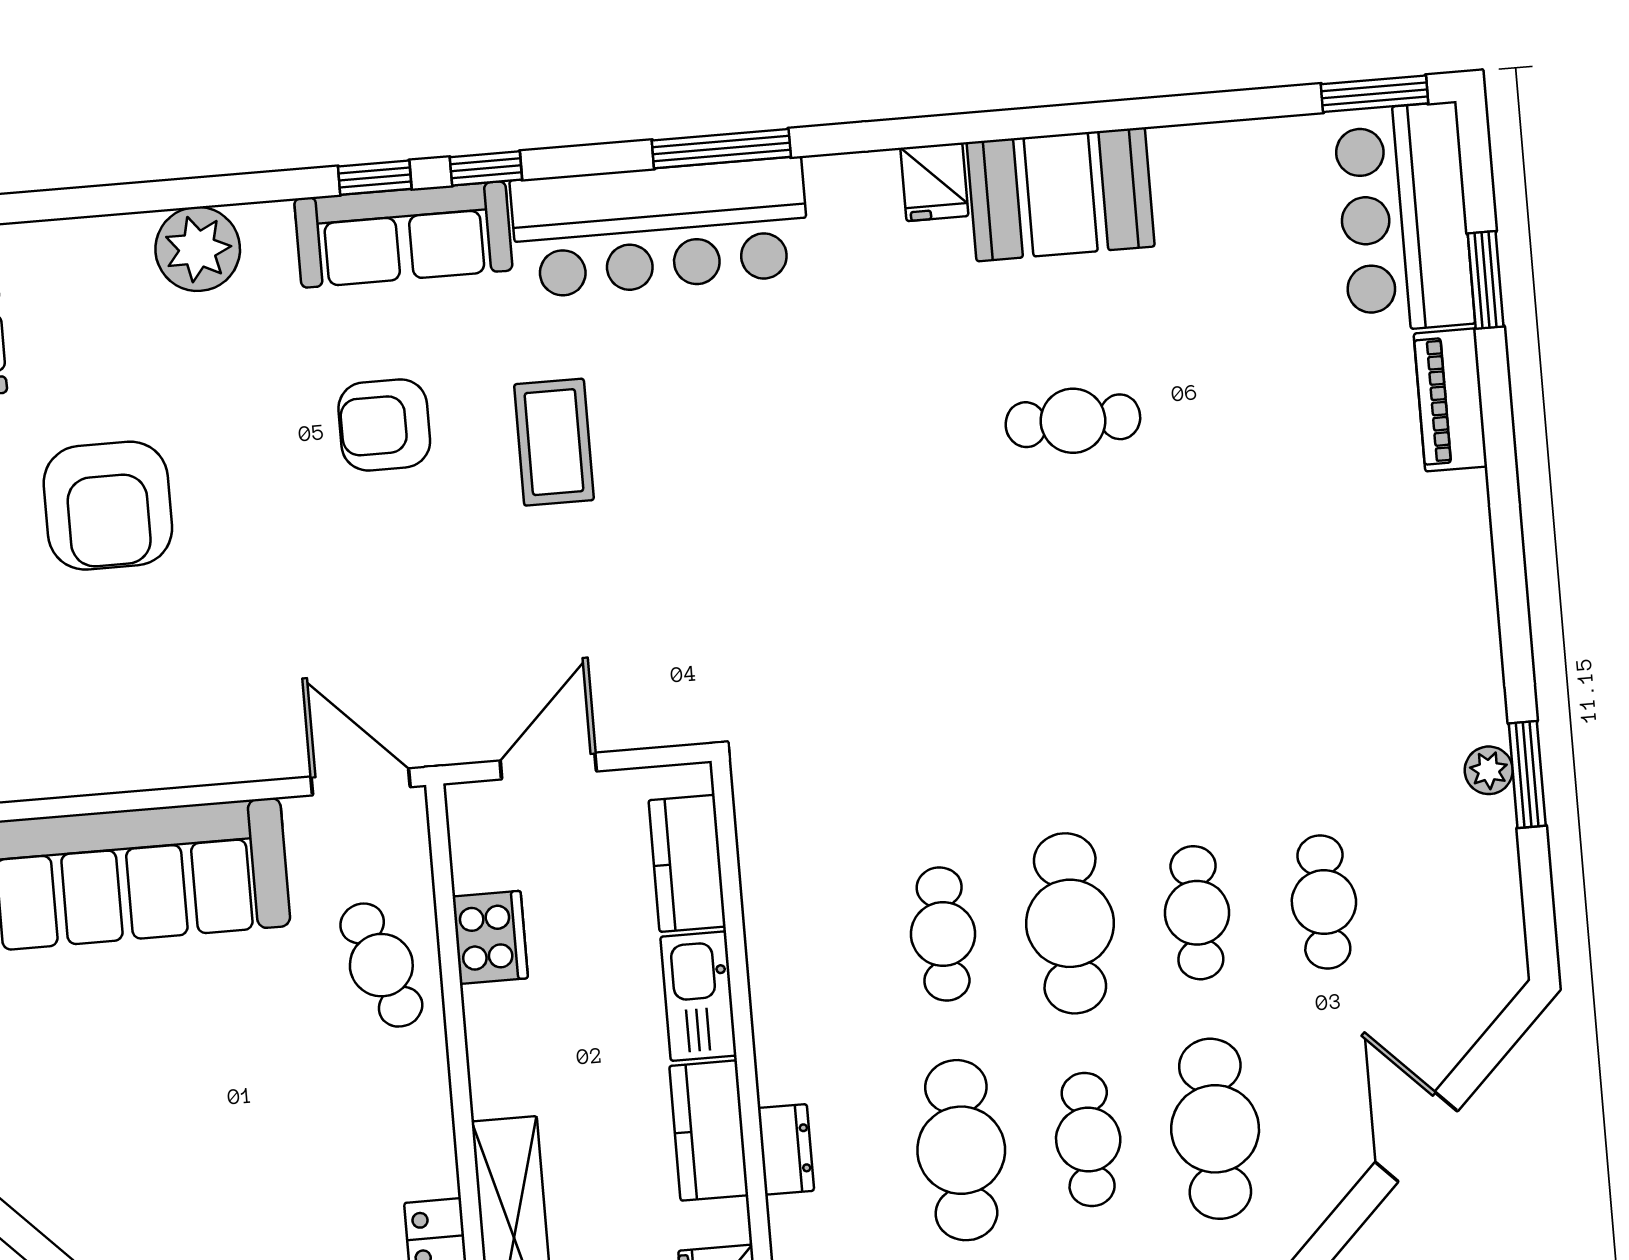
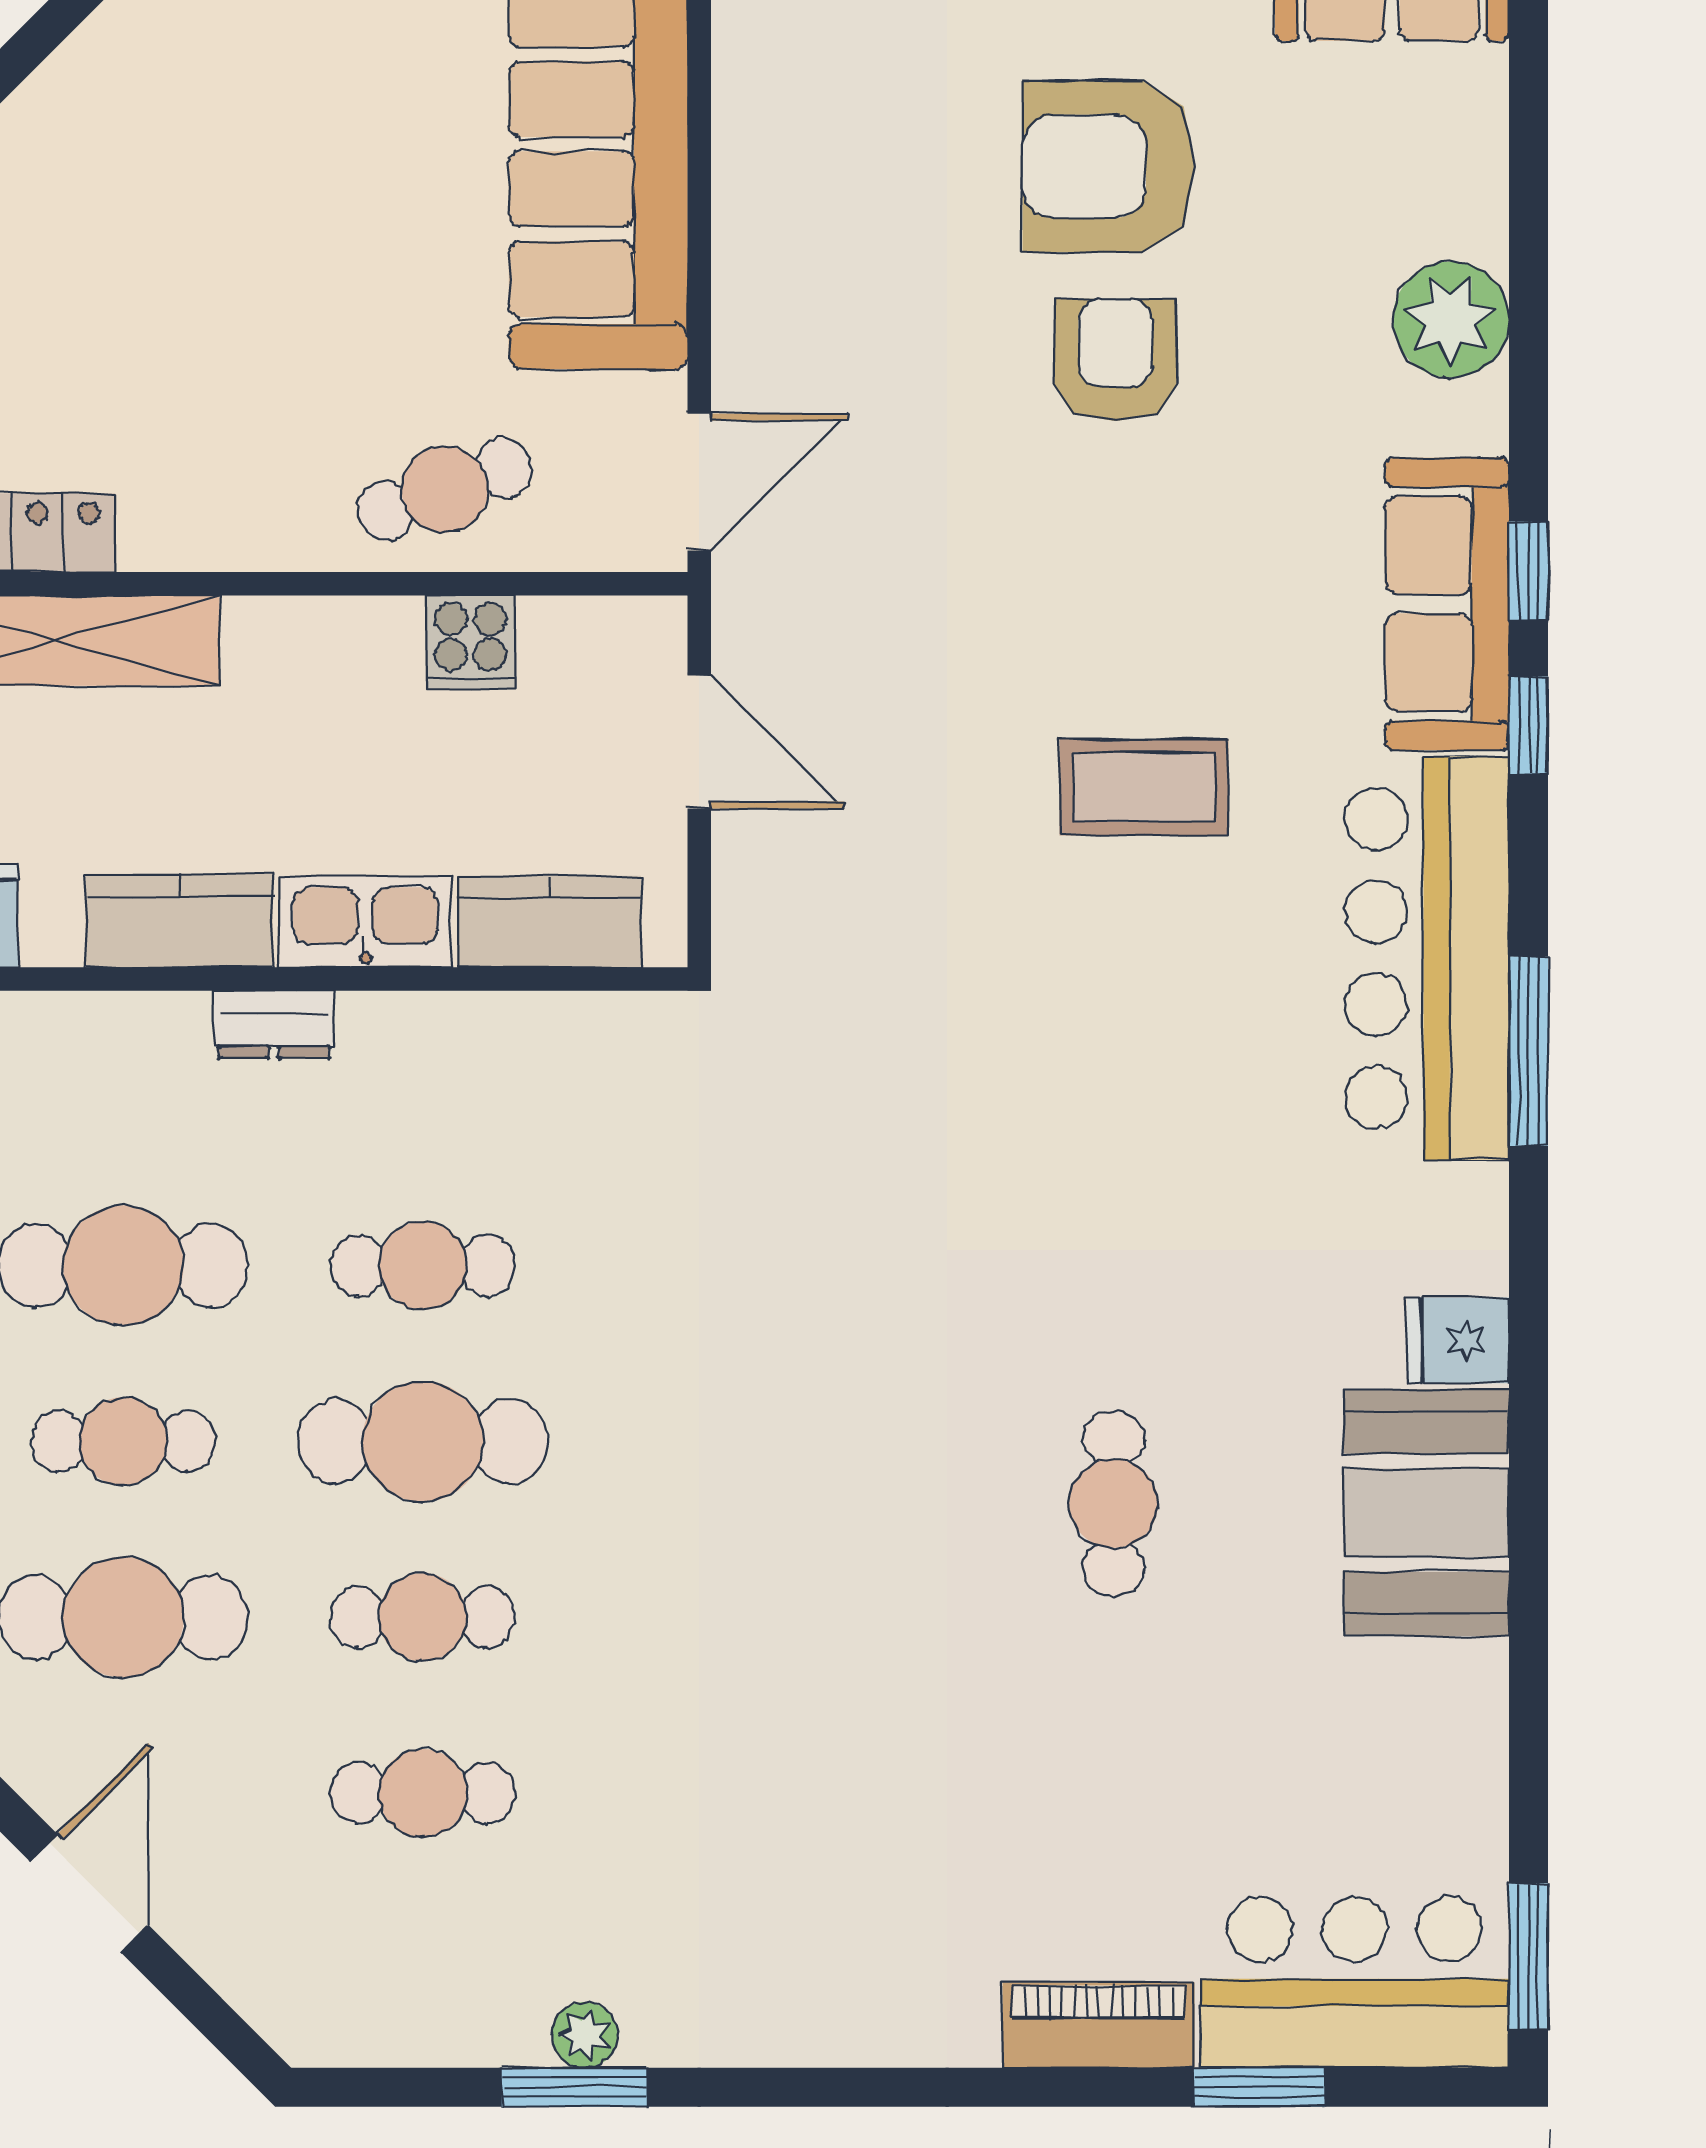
armchair: (384, 425) -> (1115, 360), moved
cooker: (490, 937) -> (470, 642), width x0.73
door: (1416, 1137) -> (89, 1893), hinge flipped
dresser: (786, 1149) -> (274, 1025), moved

